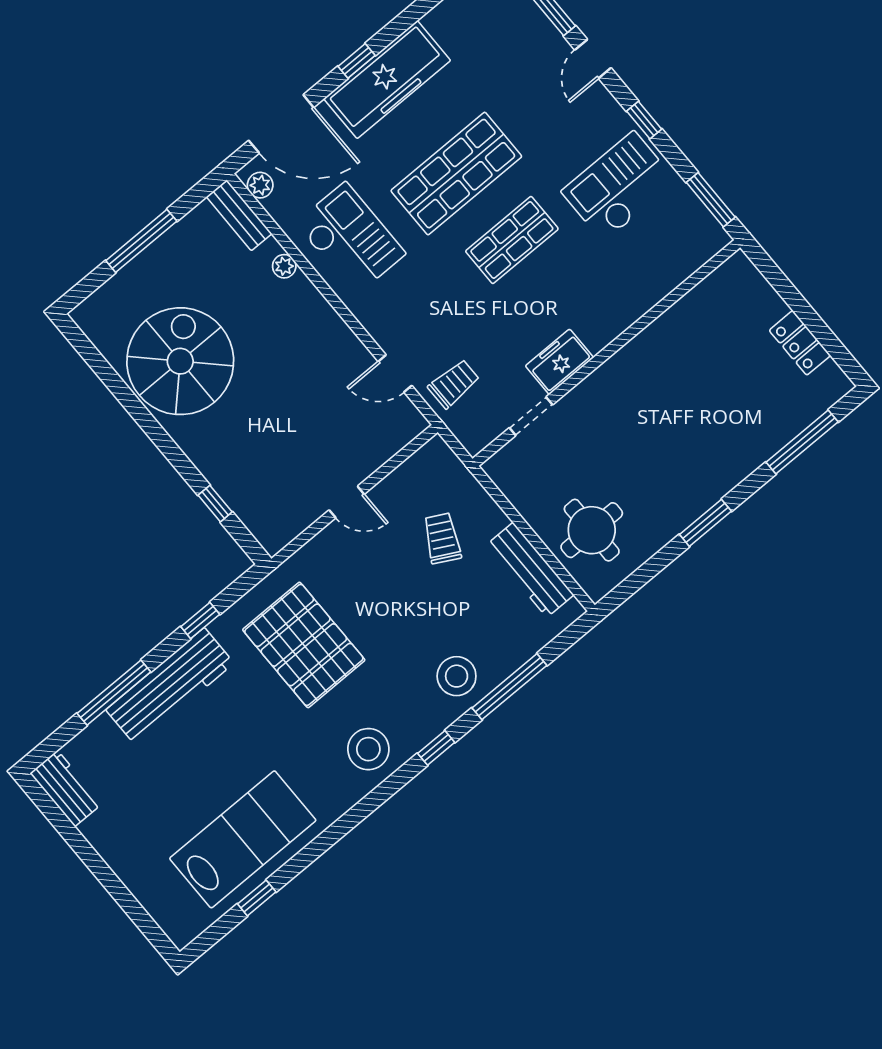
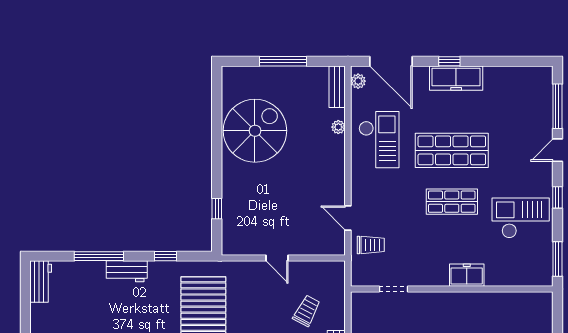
freezer: (387, 80) -> (456, 78), width x0.73, depth x0.79
freezer: (559, 362) -> (467, 275), moved
workbench: (170, 686) -> (127, 271), width x0.53, depth x0.76

